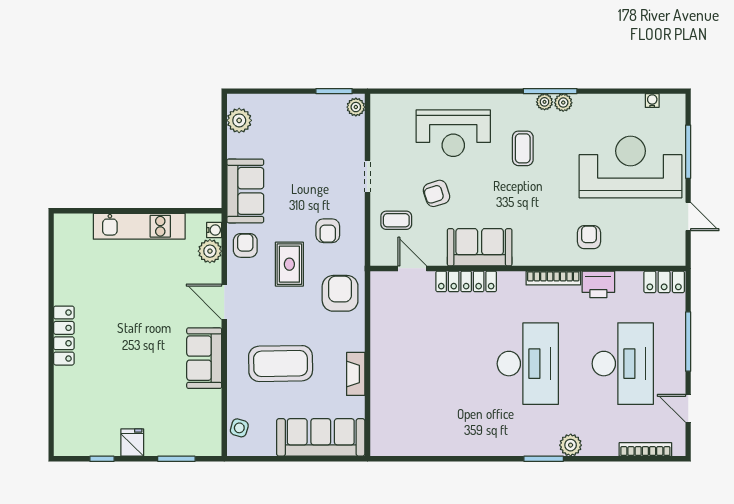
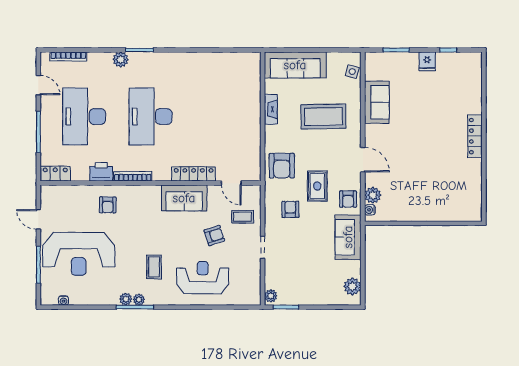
kitchen unit: (139, 226) -> (422, 213), removed
sofa: (204, 358) -> (377, 102), moved

